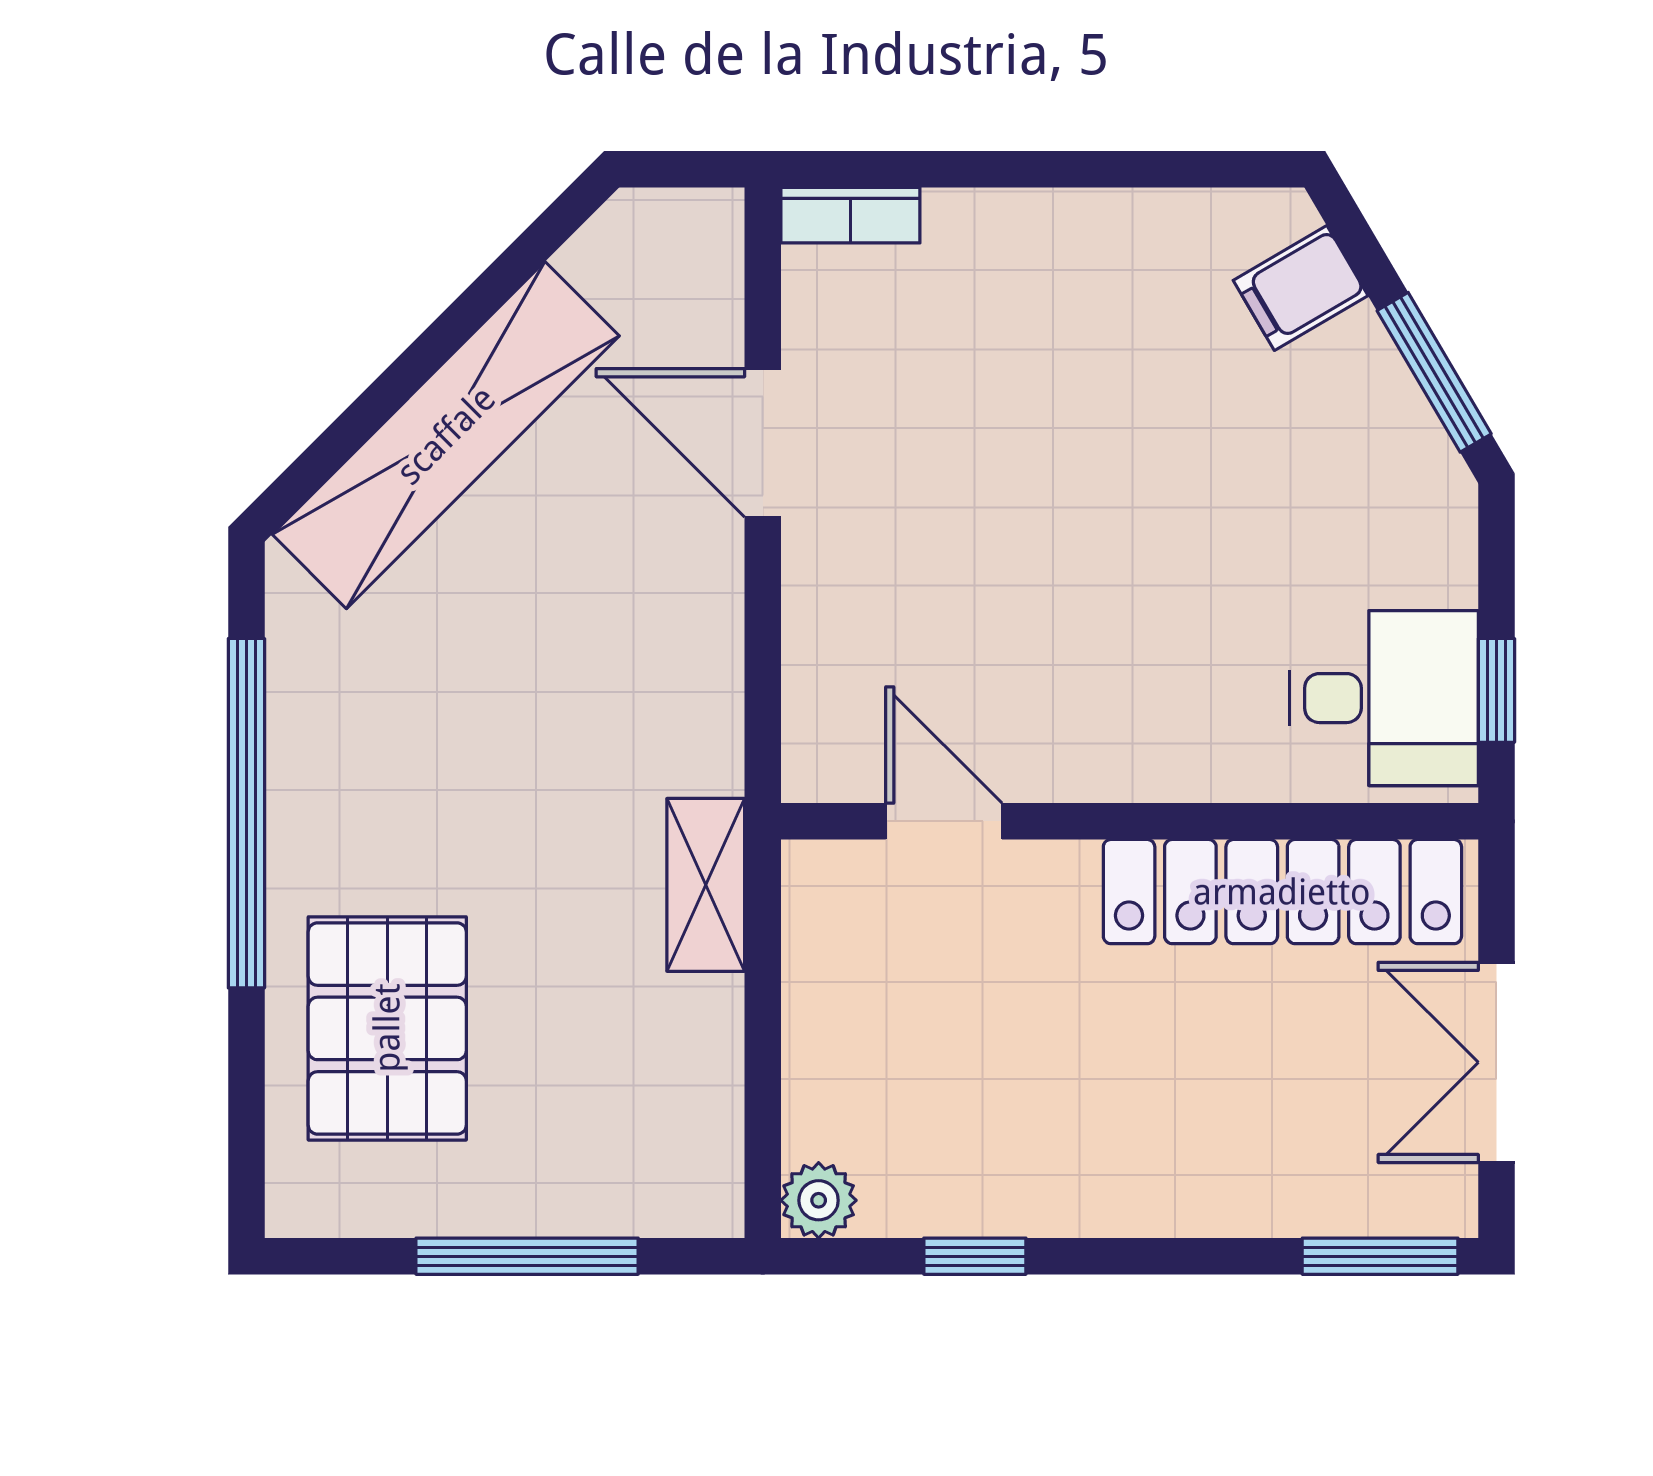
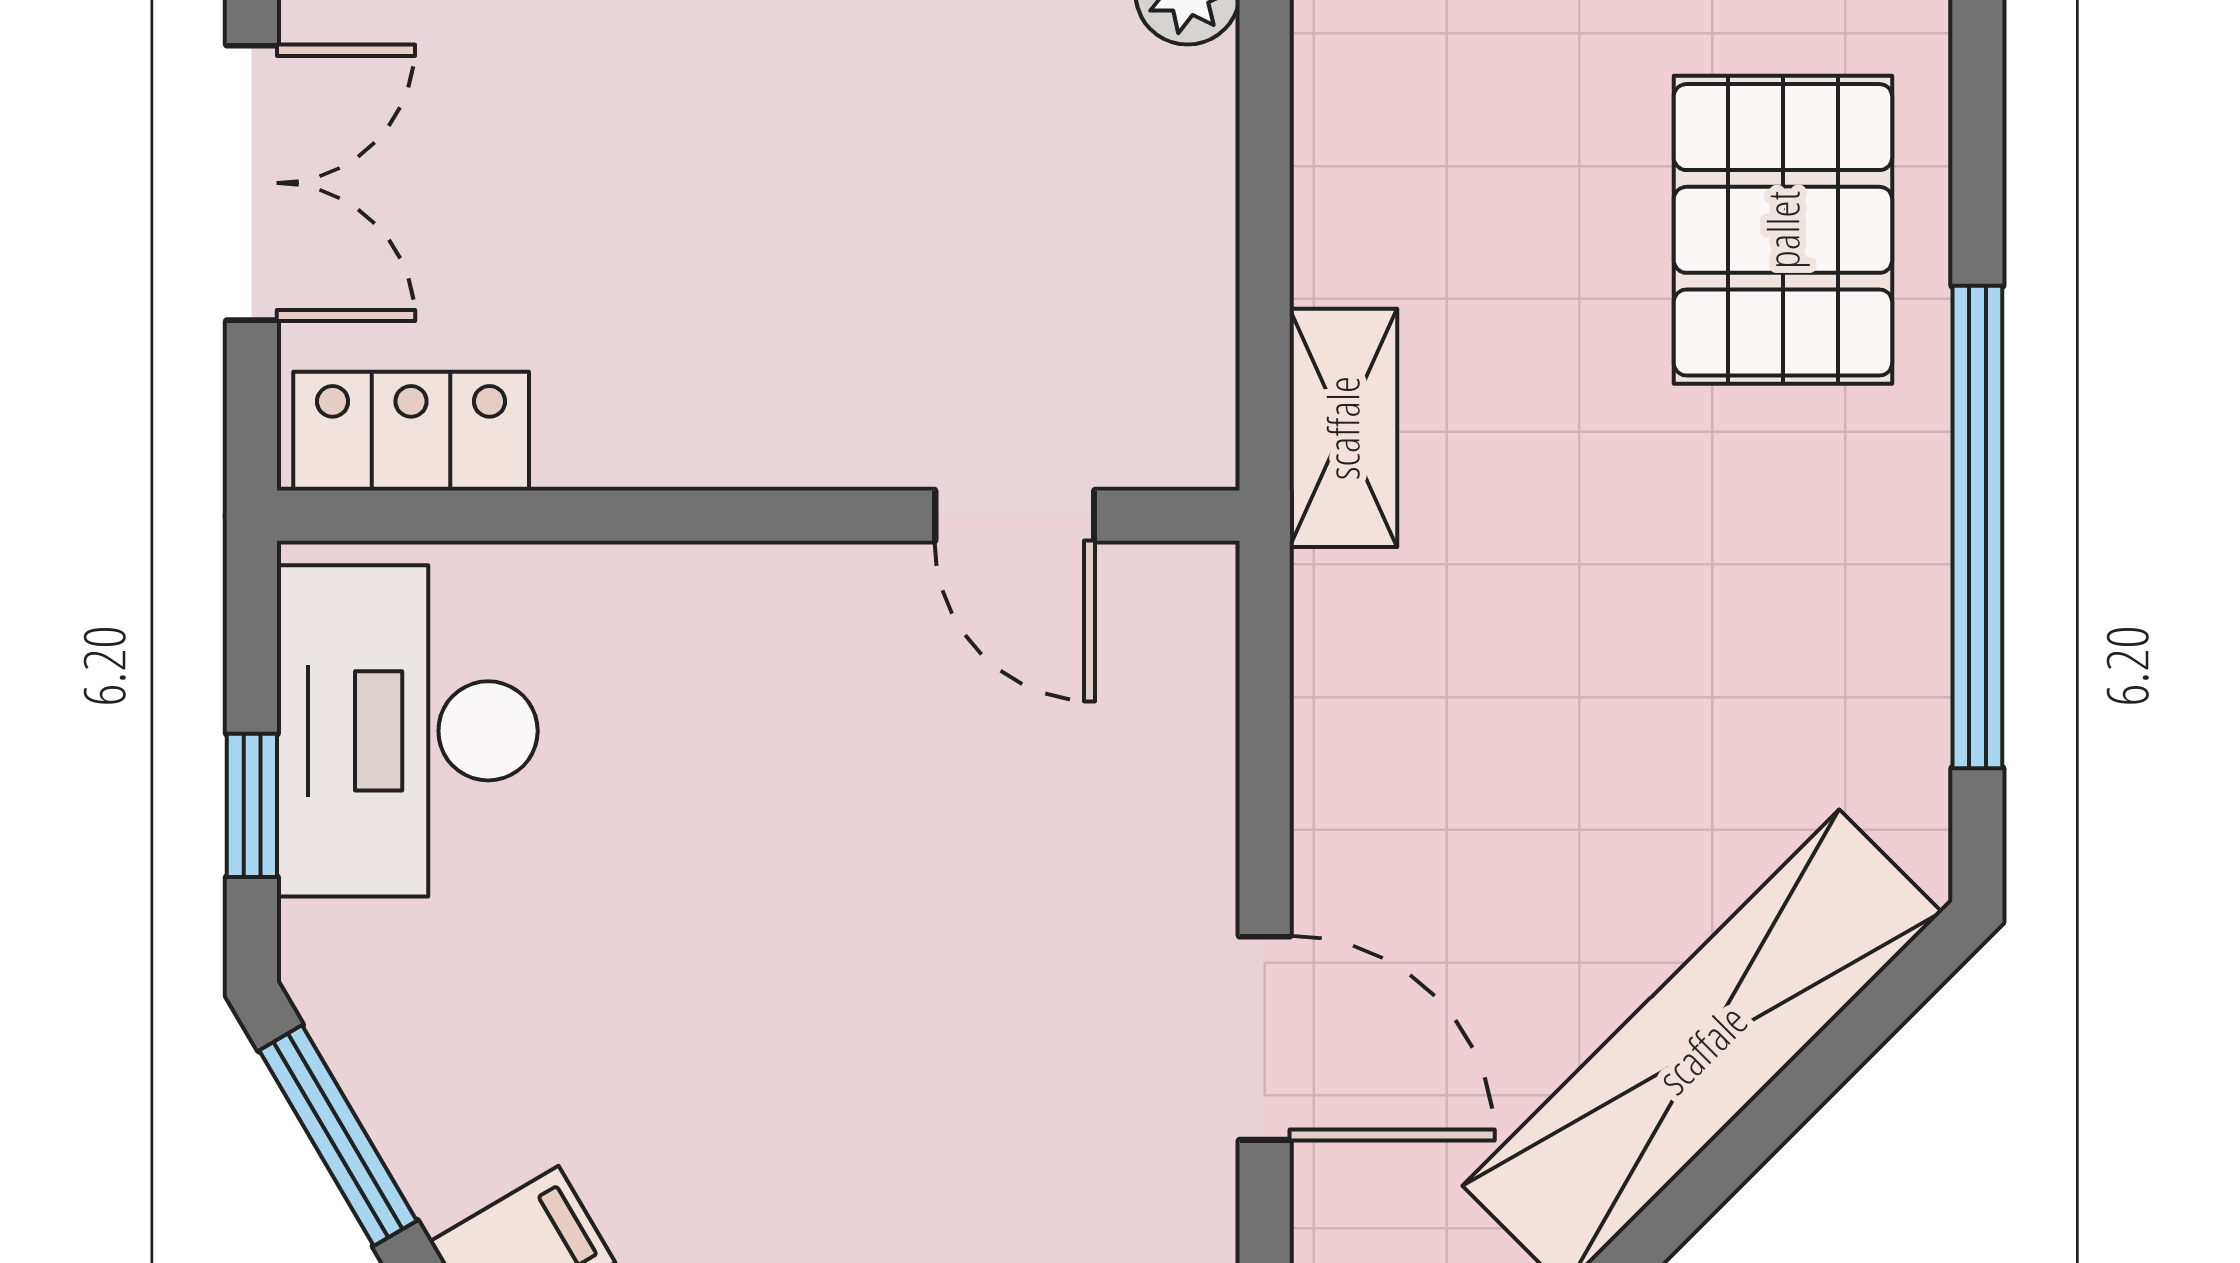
window: (1496, 690) -> (252, 805), moved
desk: (1384, 698) -> (407, 731), width x1.37
locker: (1282, 892) -> (411, 431), width x0.46, depth x0.83

